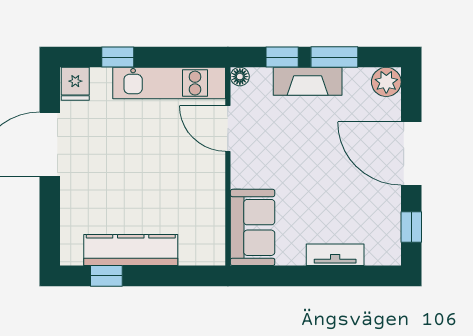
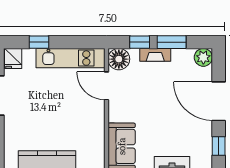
floor lamp: (240, 77) -> (119, 59), width x1.89, depth x1.89
fireplace: (308, 81) -> (155, 55), width x0.73, depth x0.76

